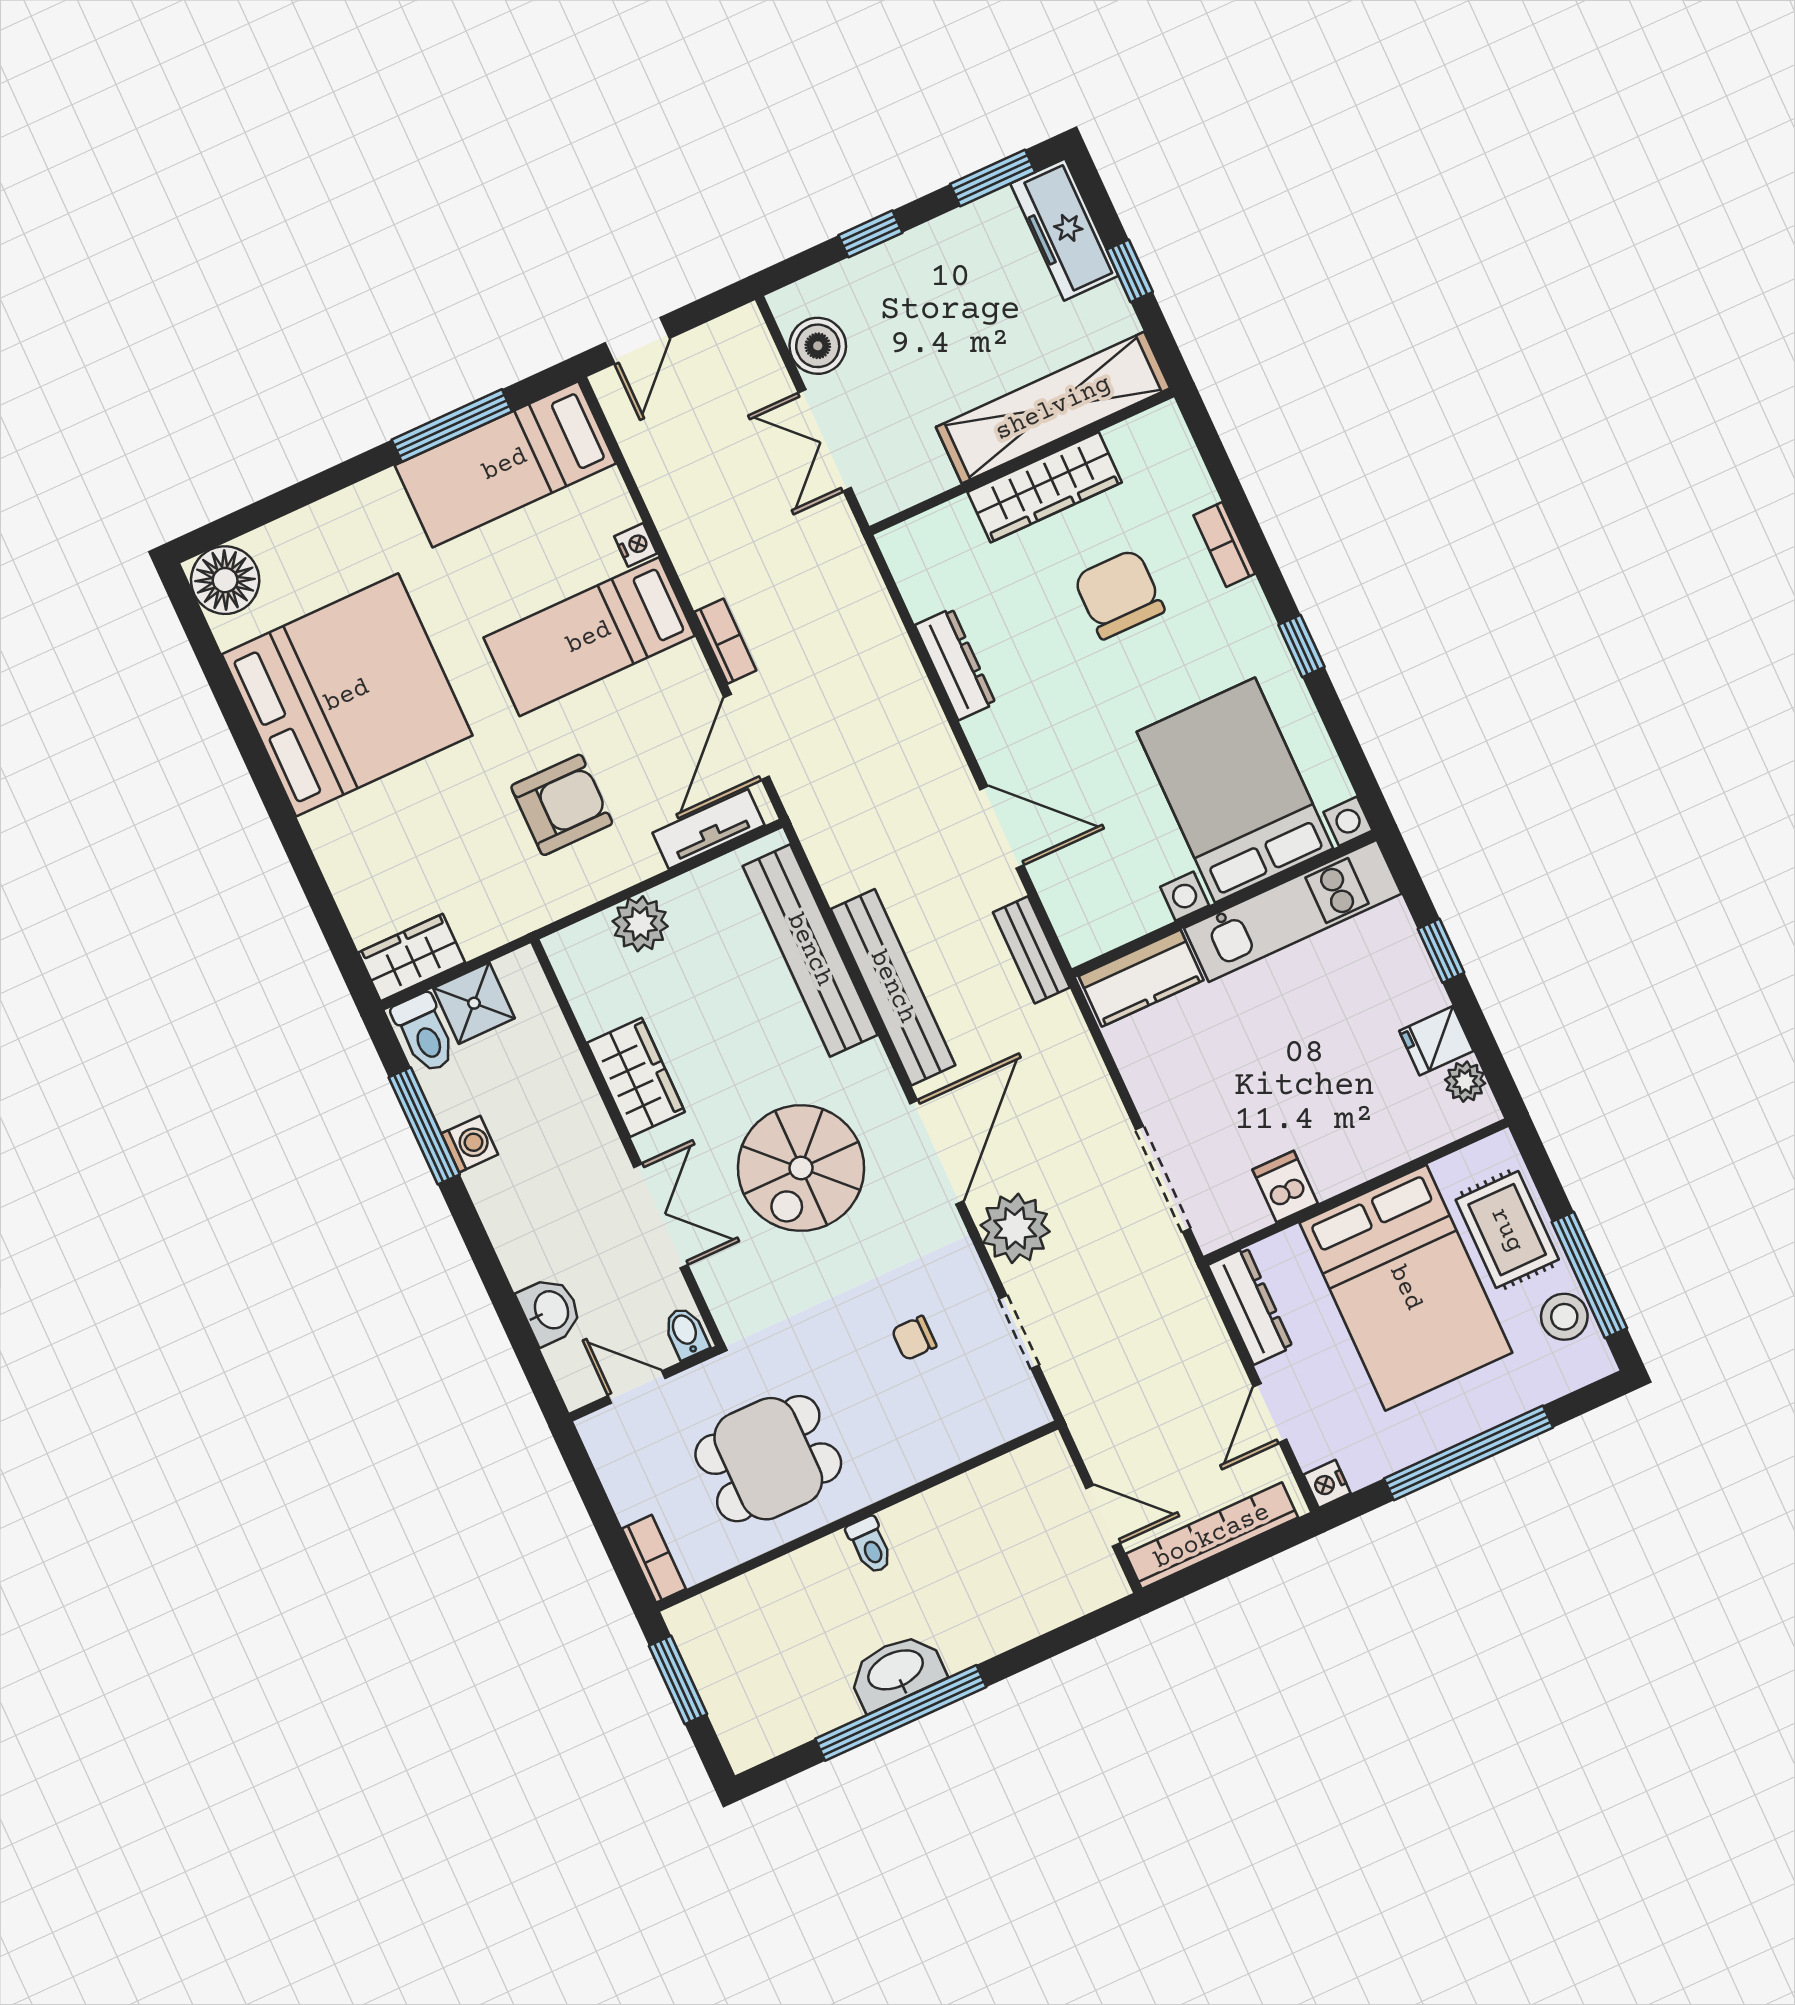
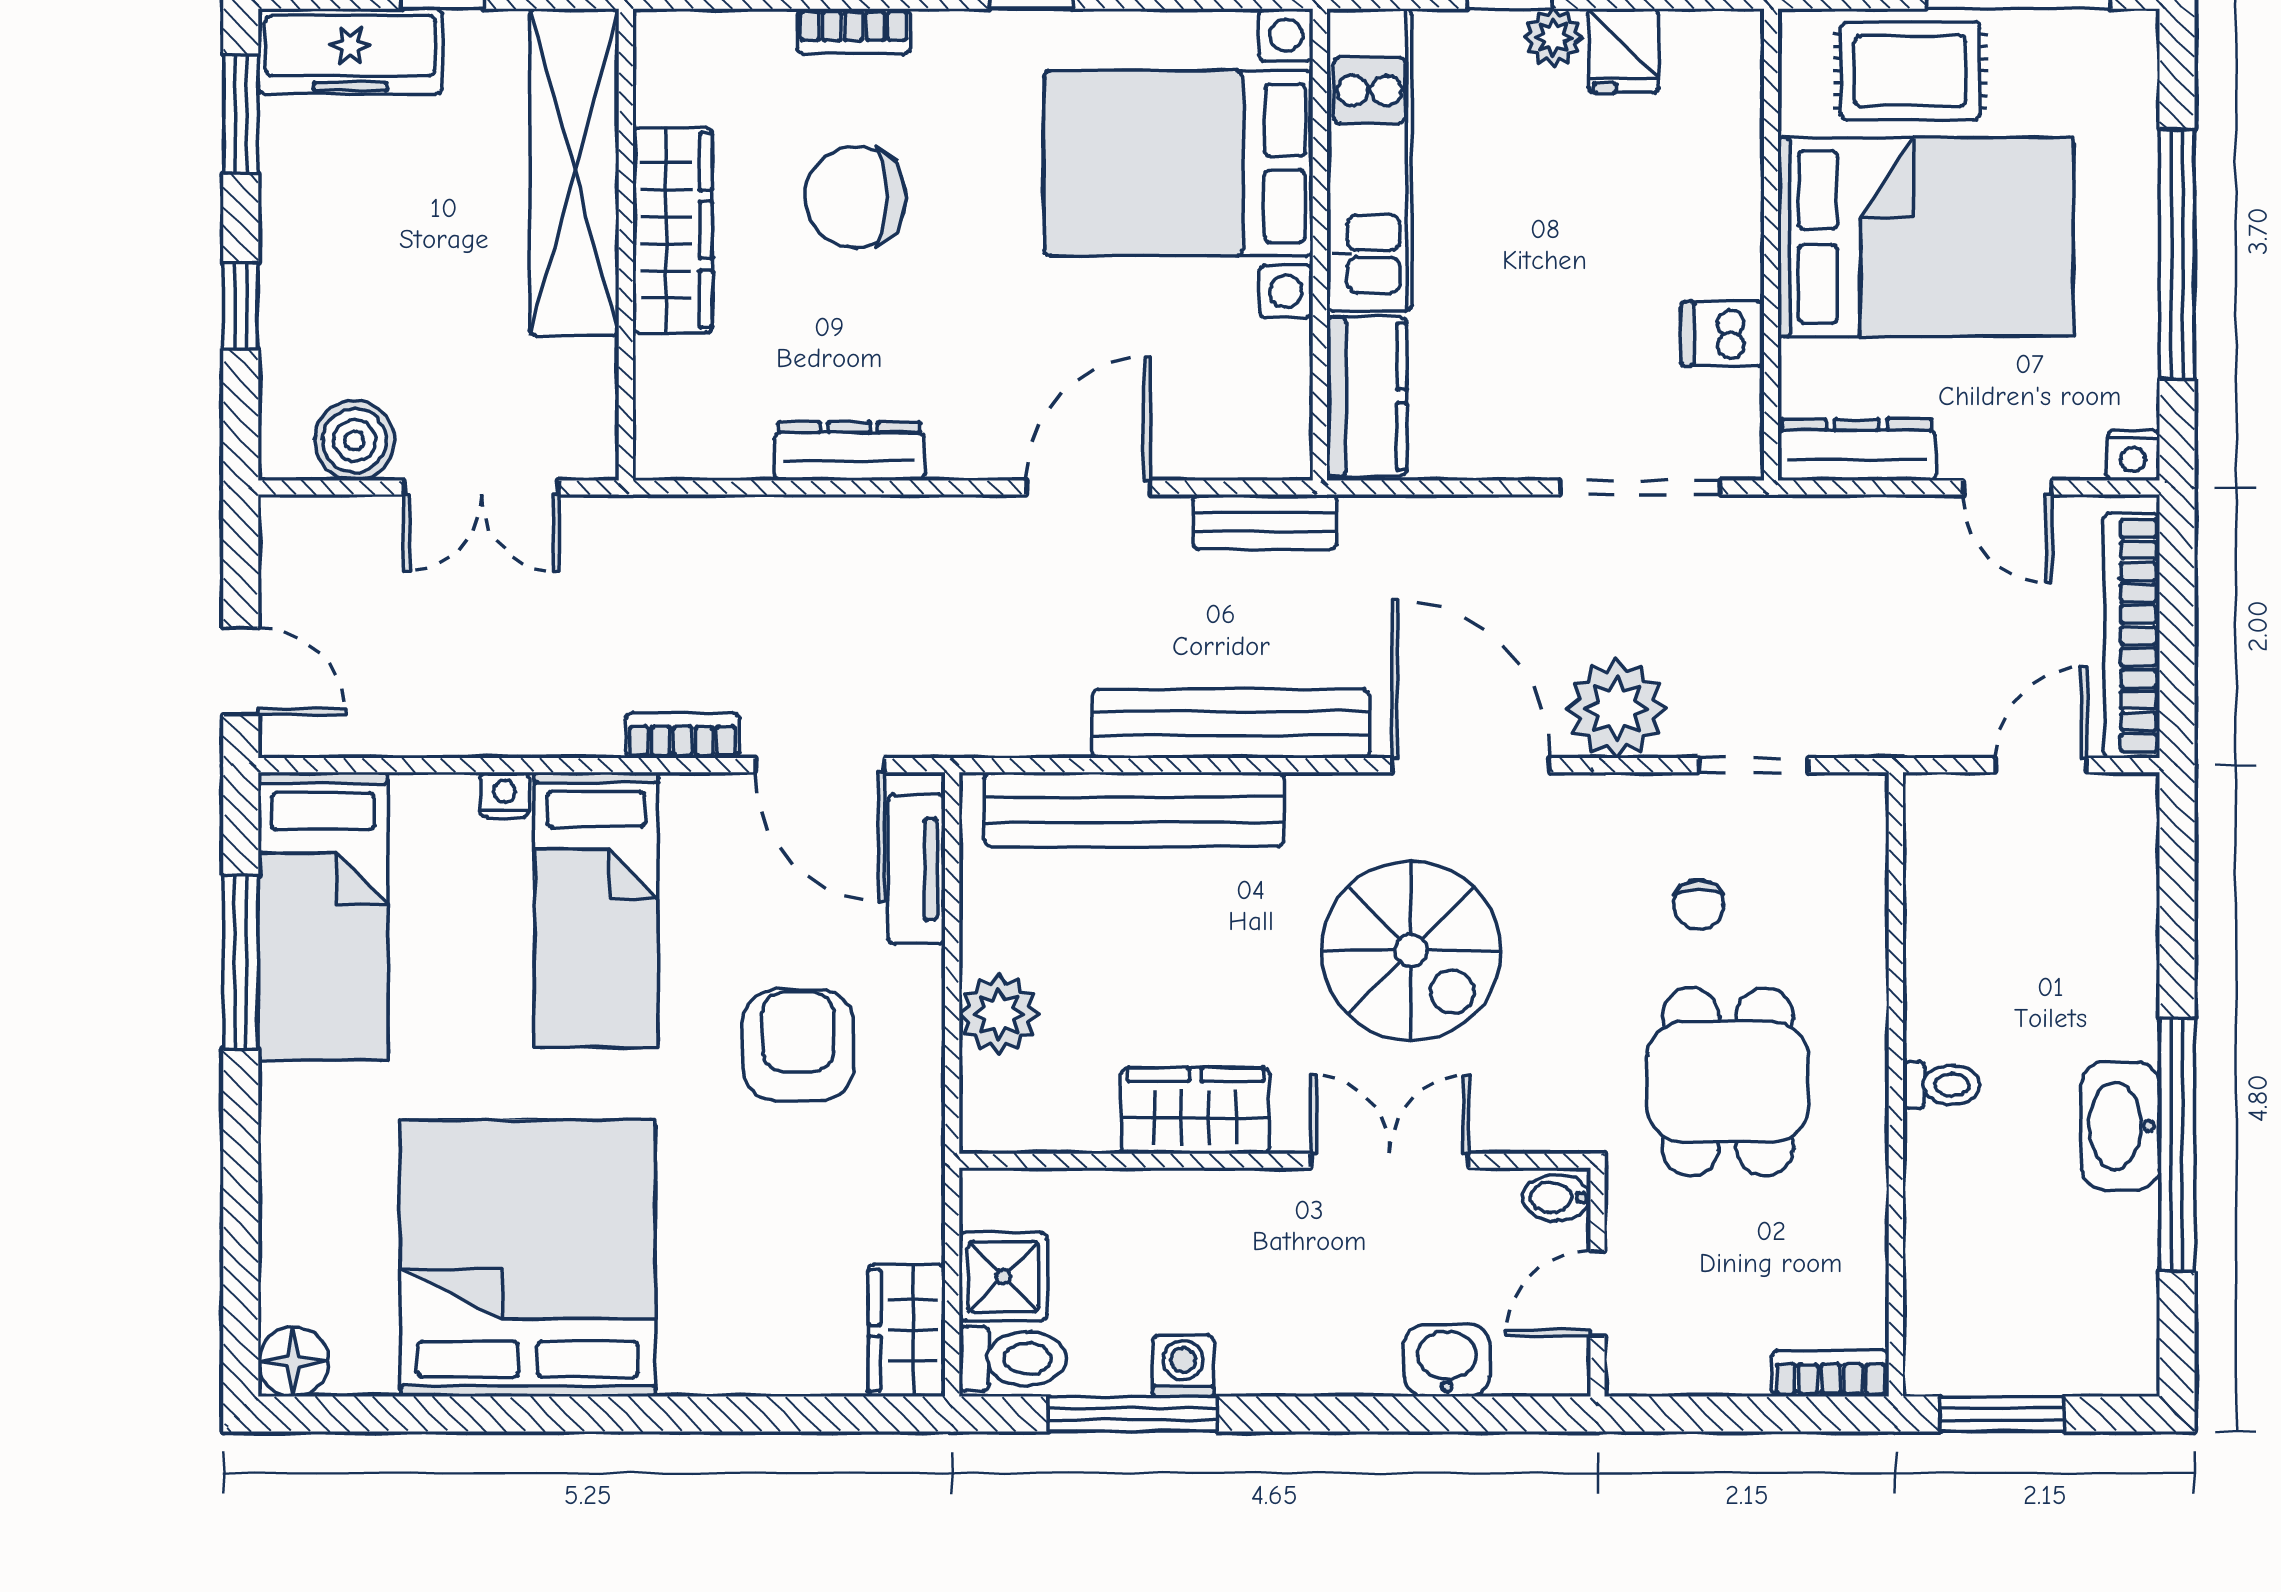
floor lamp: (225, 580) -> (293, 1361), width x0.73, depth x0.73
plant: (1465, 1082) -> (1553, 38), moved
stool: (1564, 1317) -> (2057, 49), removed
dining table: (768, 1459) -> (1728, 1082), moved

